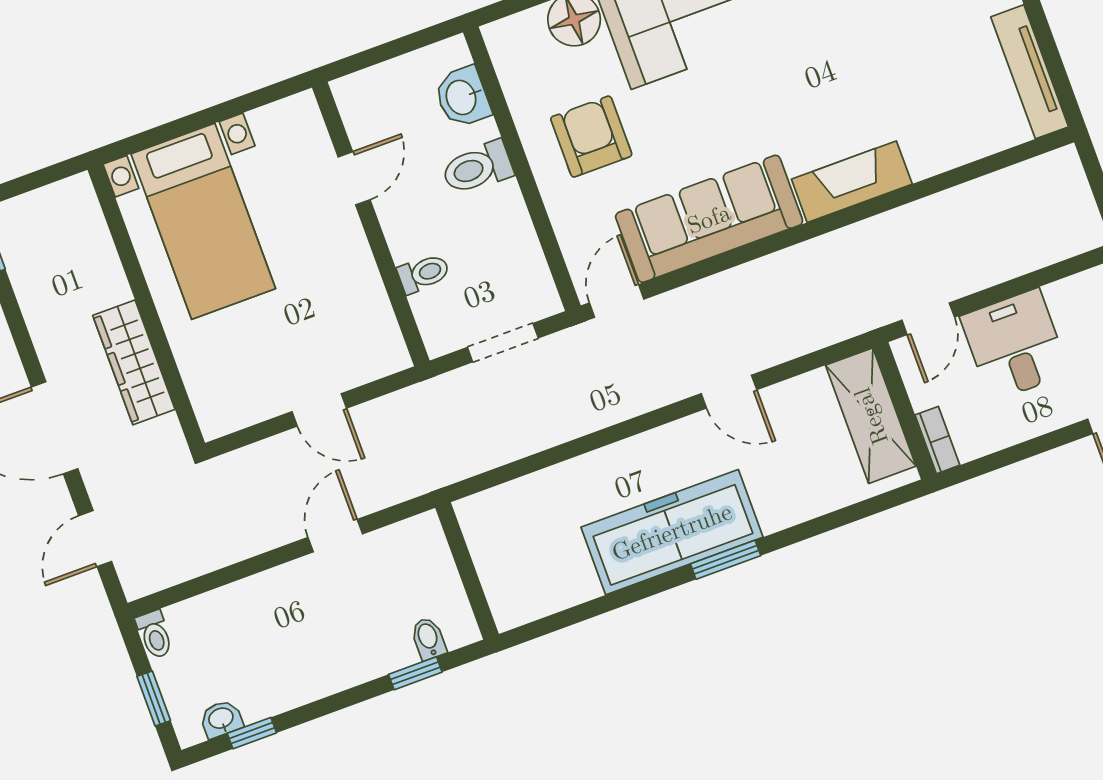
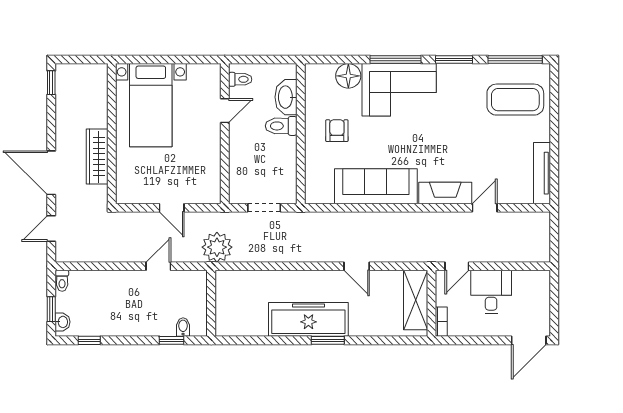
washbasin: (462, 97) -> (286, 97), width x1.38
armchair: (591, 137) -> (337, 131), width x0.72, depth x0.72
toilet: (424, 273) -> (240, 79), moved
door: (617, 301) -> (485, 208), moved
plant: (438, 455) -> (217, 247), added
washbasin: (221, 719) -> (62, 322), moved, turned 90

